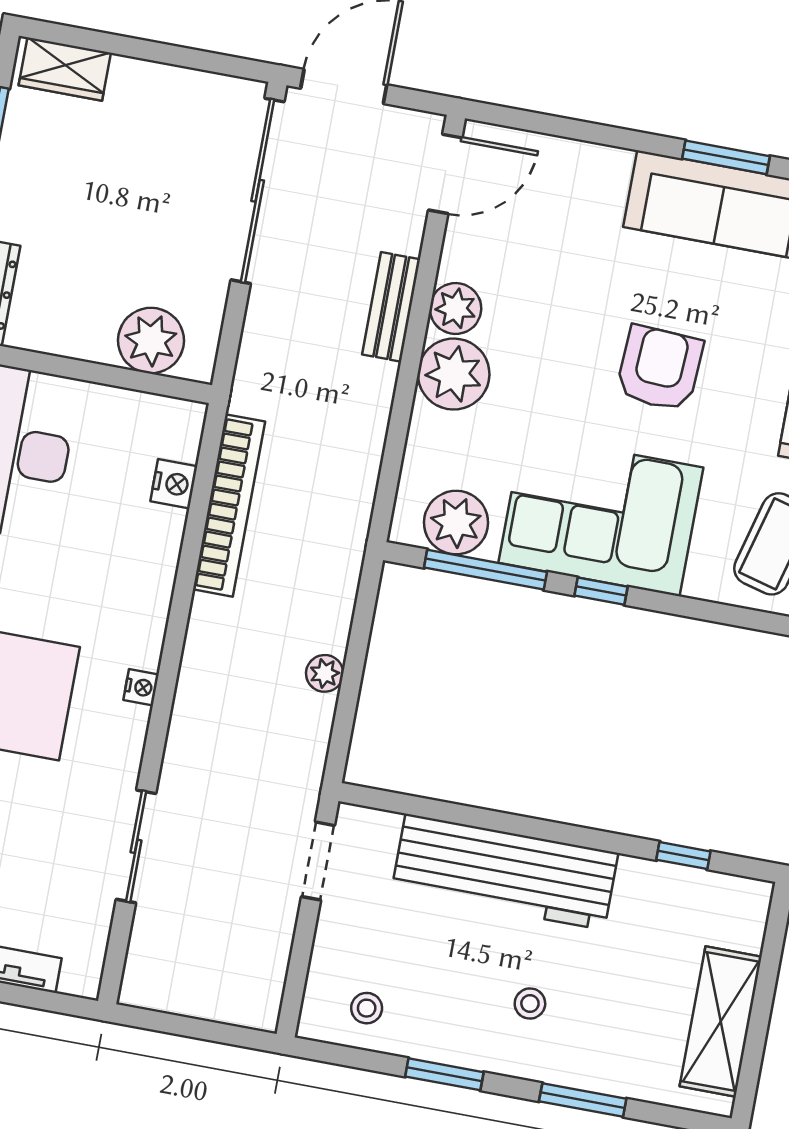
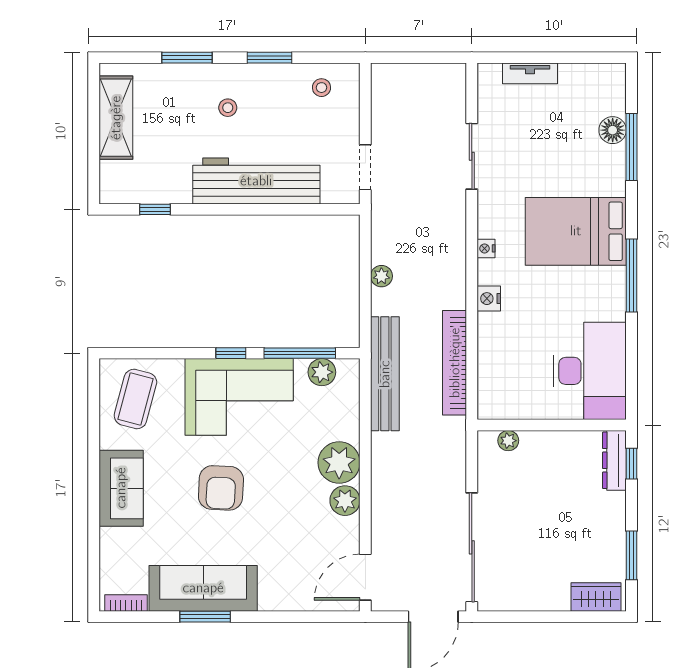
bench: (391, 307) -> (385, 374), moved, width x1.86, depth x1.21
plant: (151, 340) -> (508, 441), width x0.53, depth x0.53
nightstand: (174, 484) -> (489, 299), moved
plant: (456, 523) -> (322, 372), width x0.73, depth x0.73

